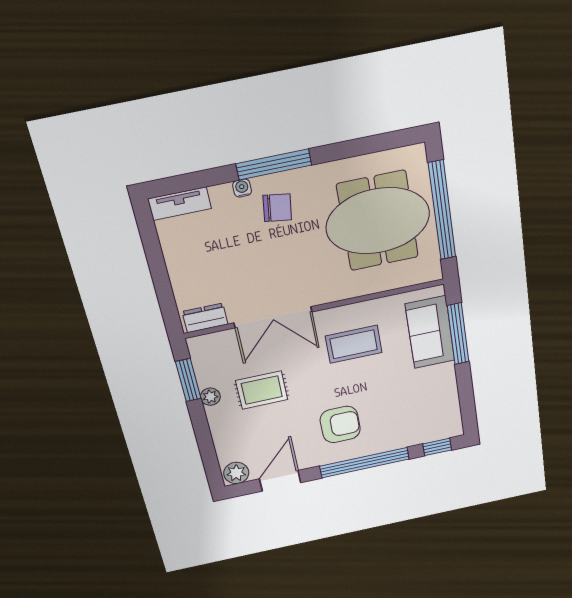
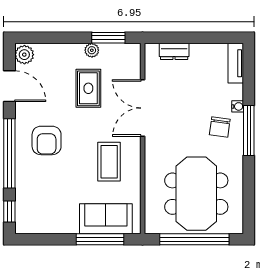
dresser: (205, 318) -> (174, 51), moved, turned 90

